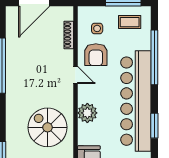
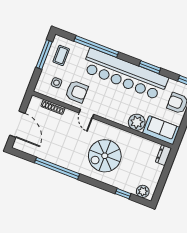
door: (75, 75) -> (86, 114), swing flipped
plant: (87, 113) -> (137, 122), moved
spiral stairs: (48, 127) -> (105, 156), moved

